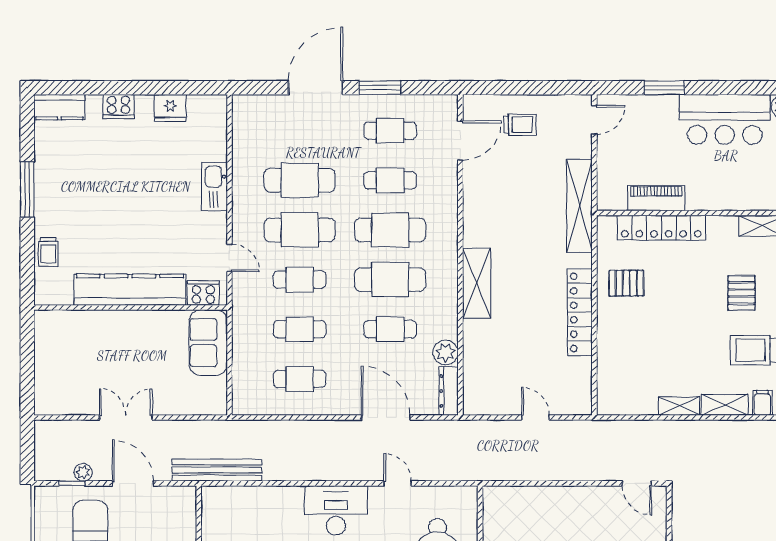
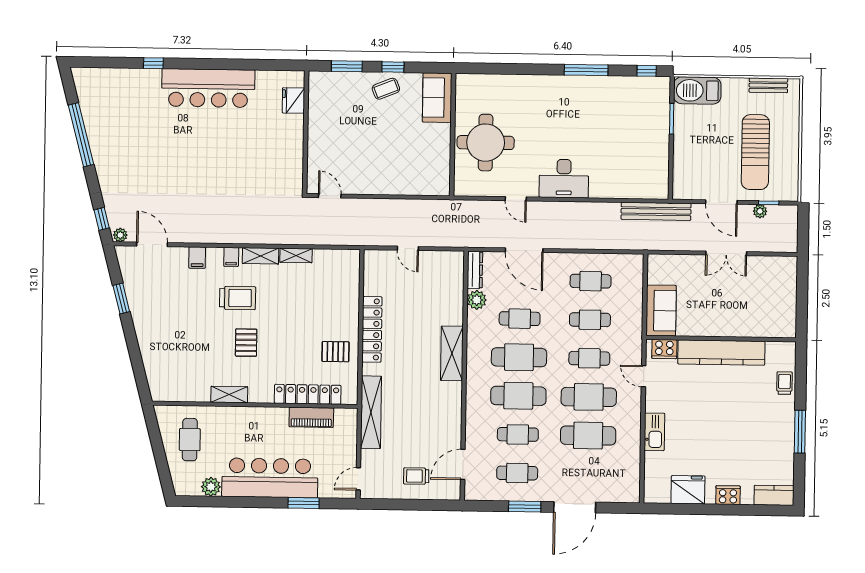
fridge: (170, 108) -> (688, 490), width x1.36, depth x1.34
bar counter: (725, 119) -> (270, 478), width x1.36

